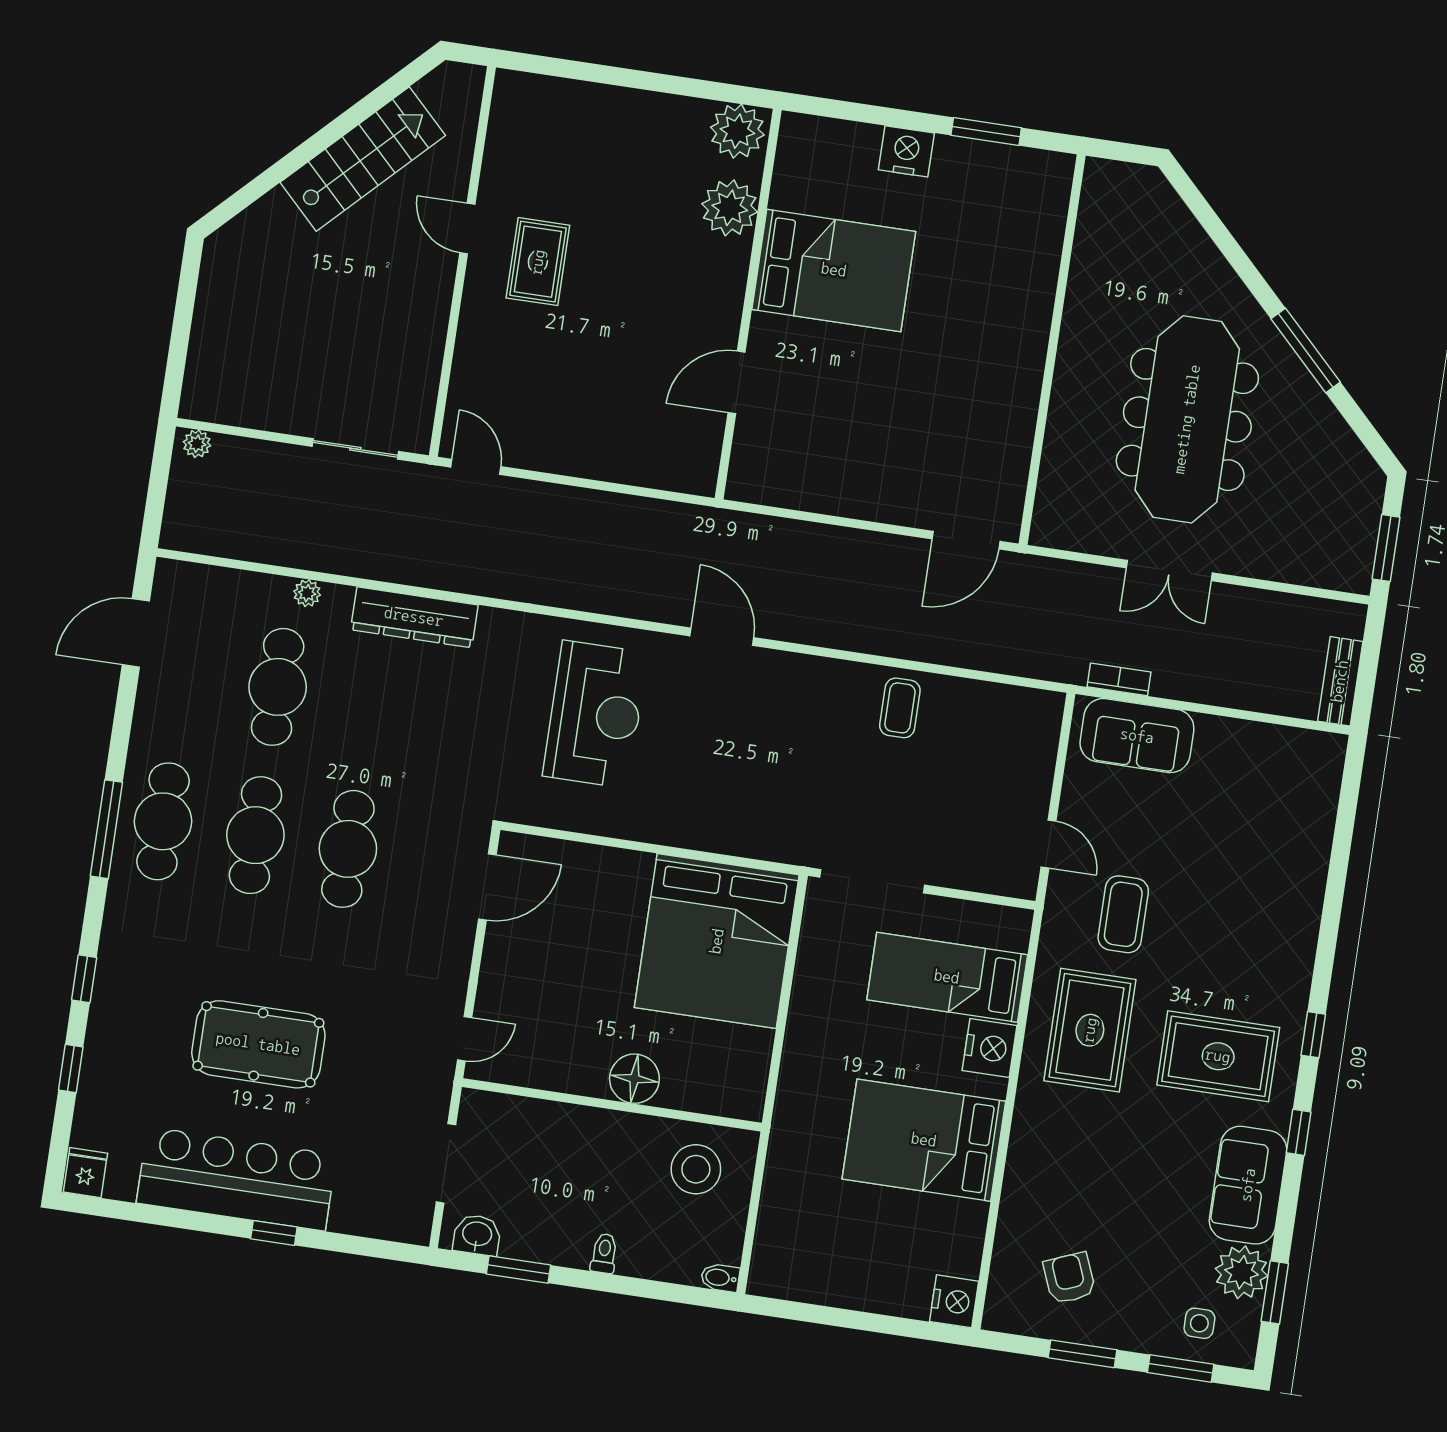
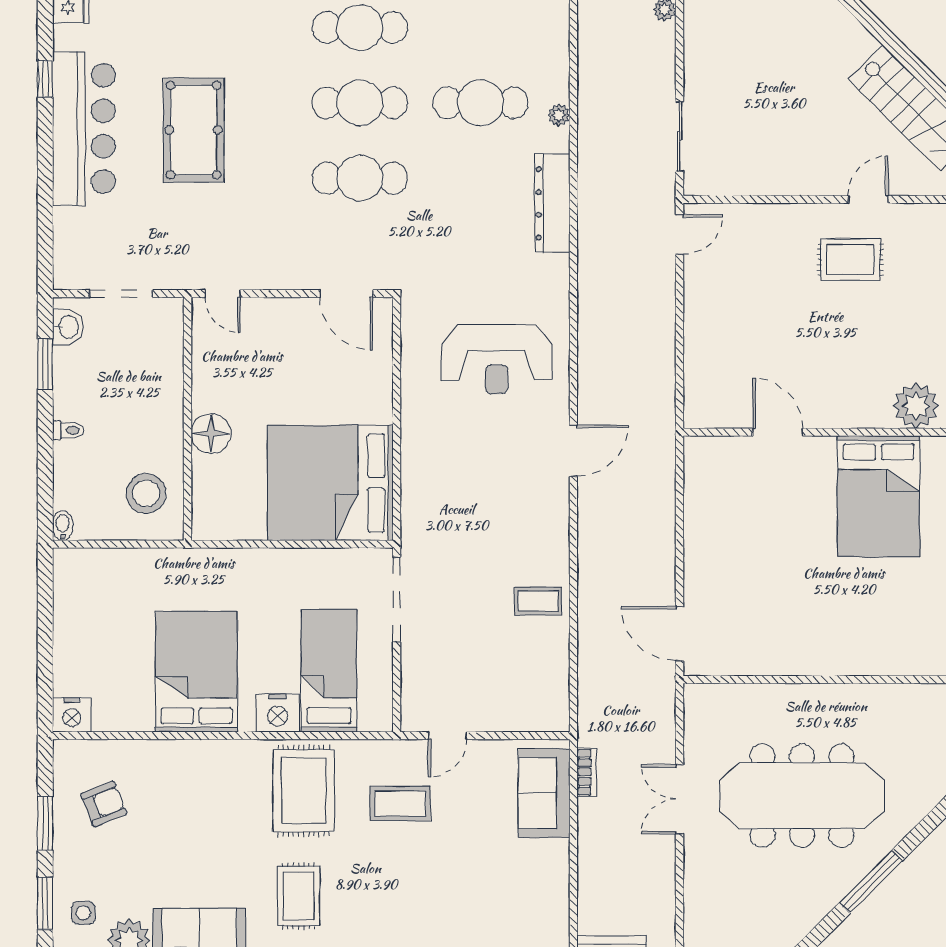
rug: (1090, 1030) -> (304, 791), turned 90
rug: (1218, 1056) -> (298, 896), width x0.73, depth x0.70
window: (274, 1233) -> (45, 79), moved

